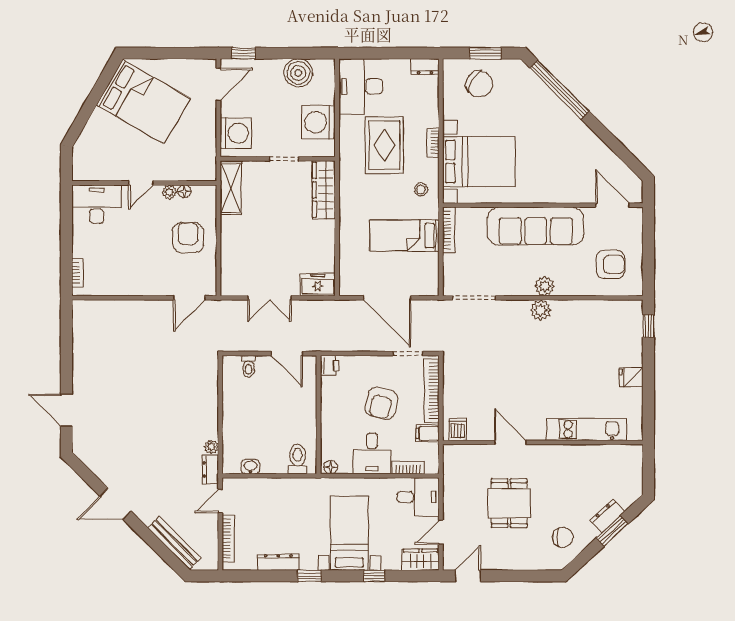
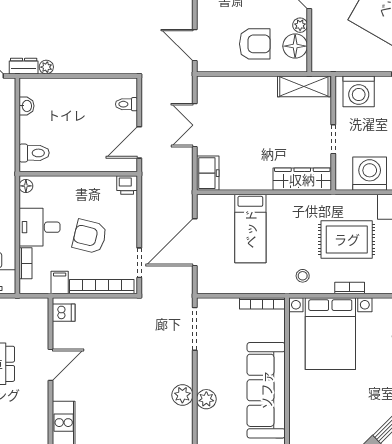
floor lamp: (184, 191) -> (295, 46), width x1.89, depth x1.89
bed: (404, 236) -> (250, 229), moved, turned 180

